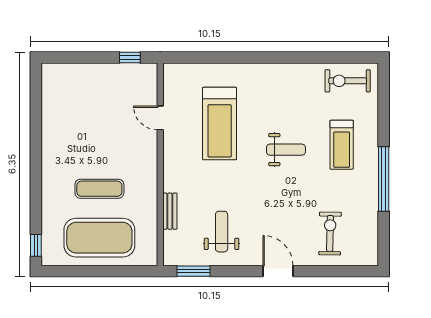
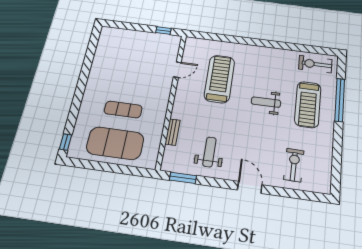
door: (160, 118) -> (177, 70), swing flipped
treadmill: (220, 124) -> (219, 79), turned 180
treadmill: (342, 145) -> (308, 104), width x1.37, depth x1.38
weight bench: (286, 150) -> (266, 102), turned 180
window: (384, 179) -> (340, 100), moved

